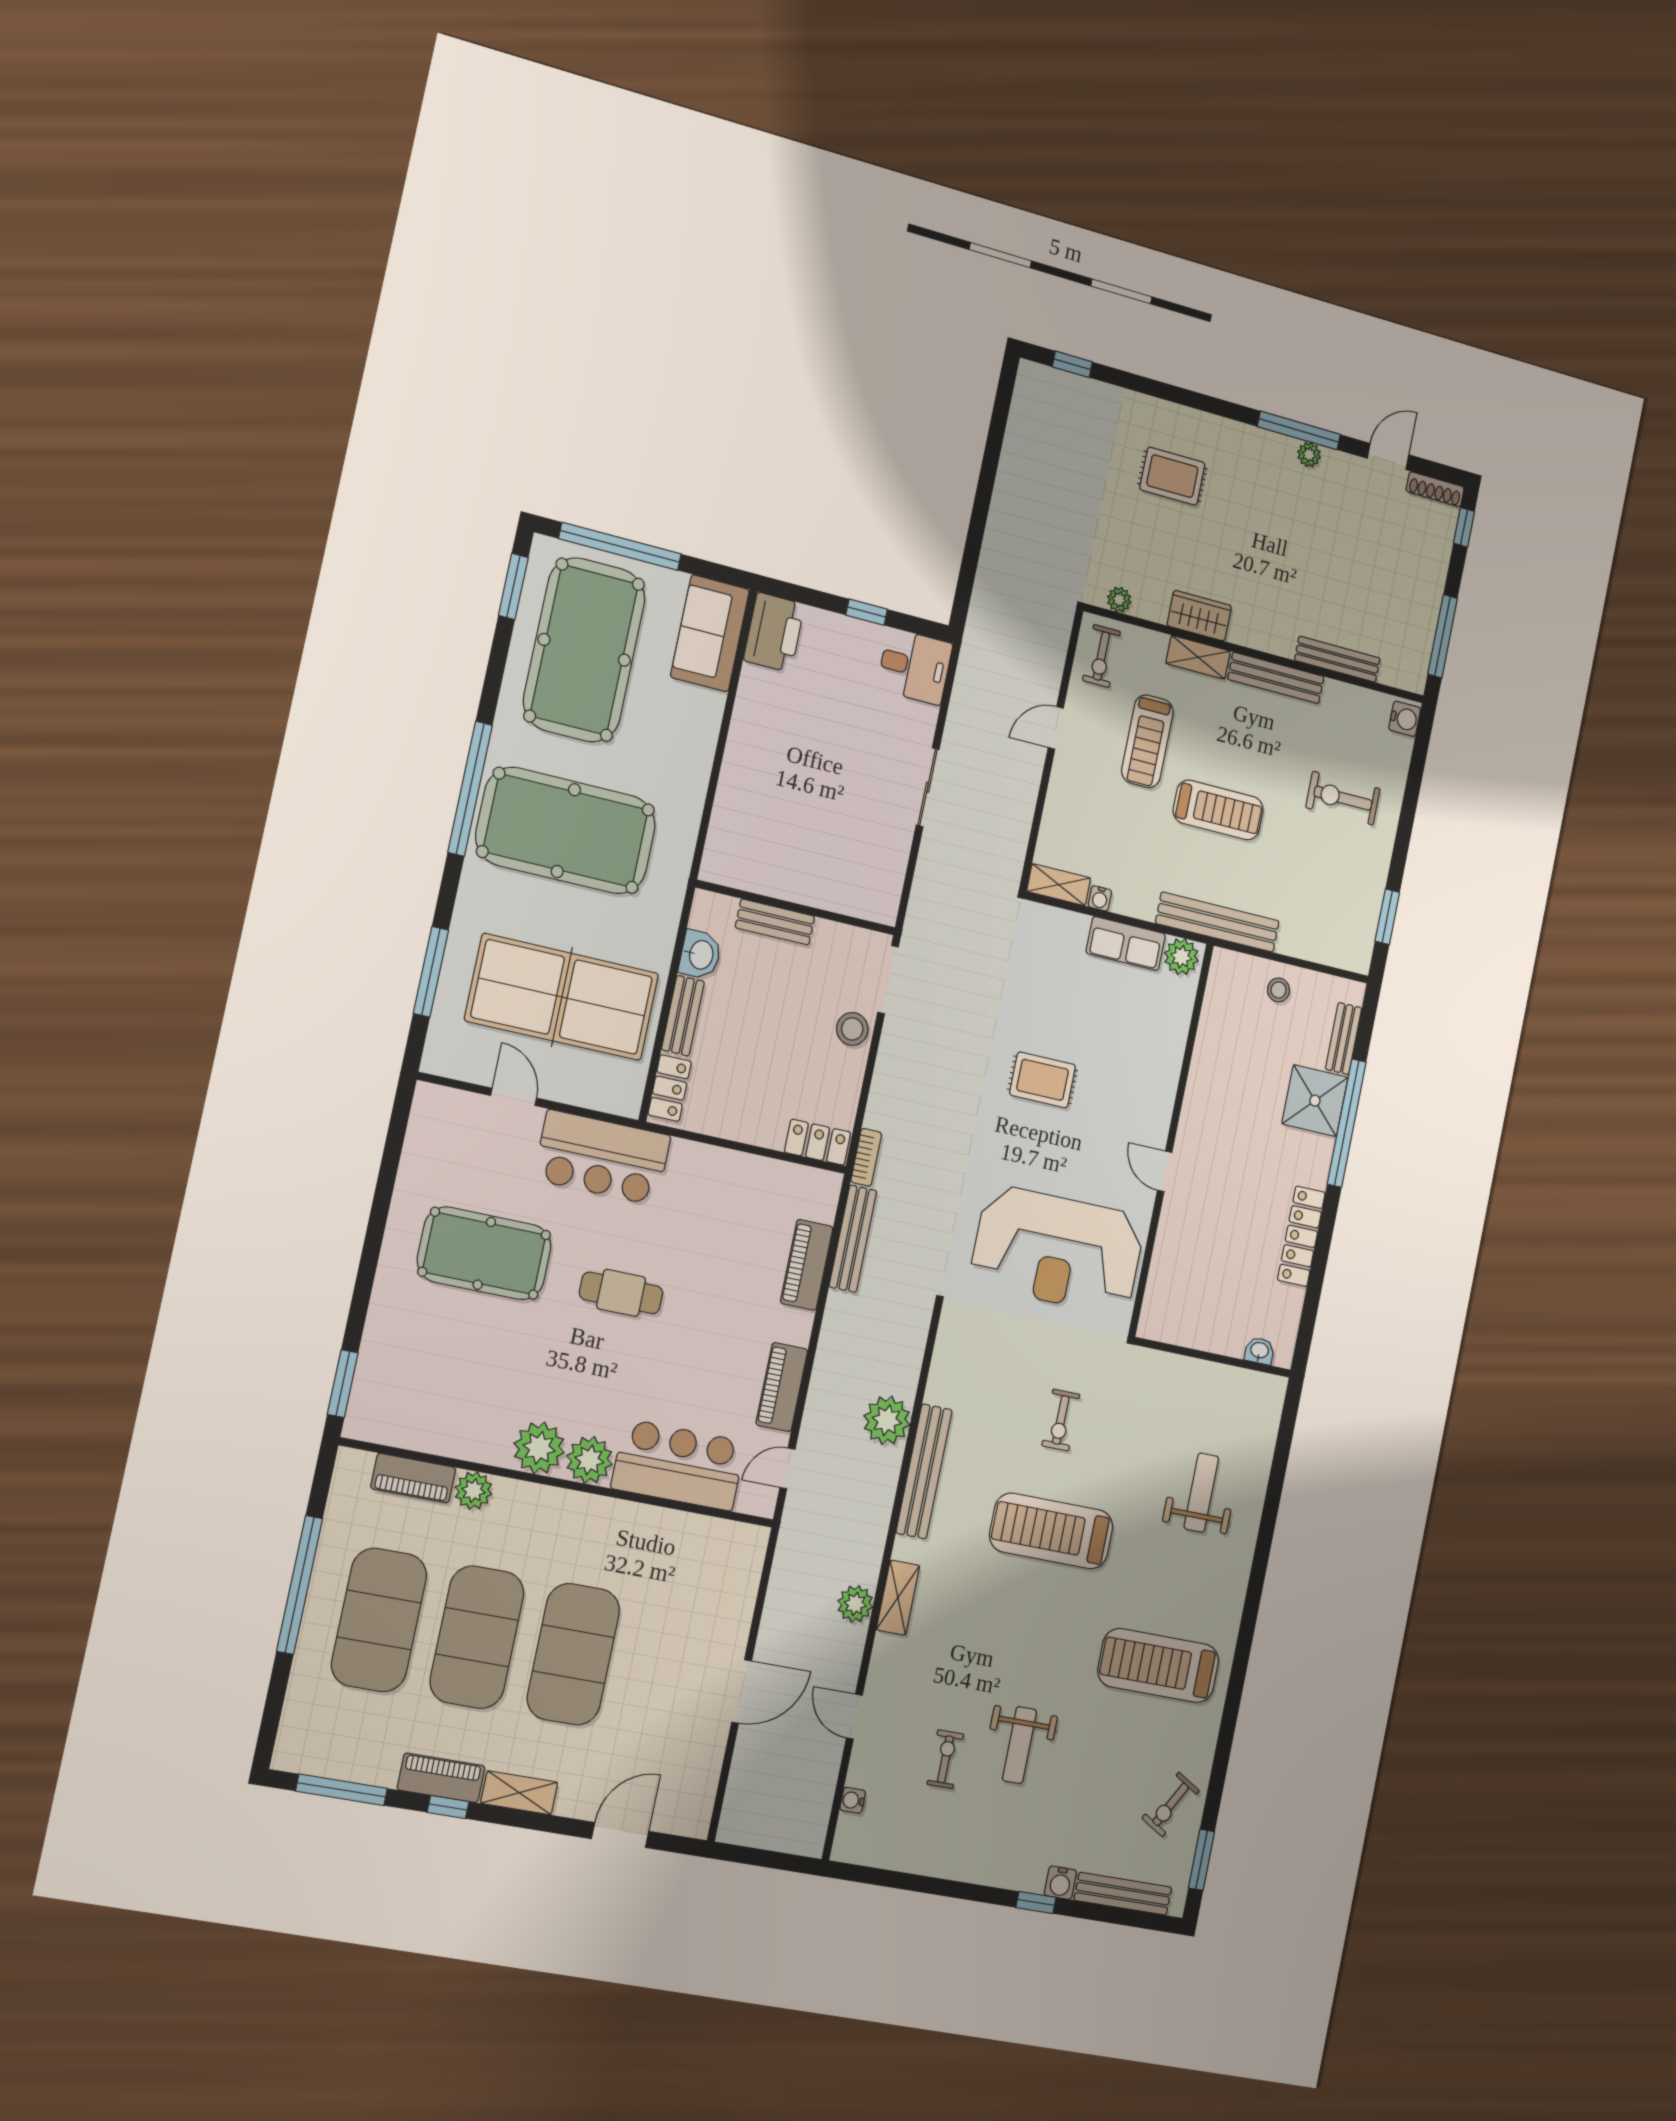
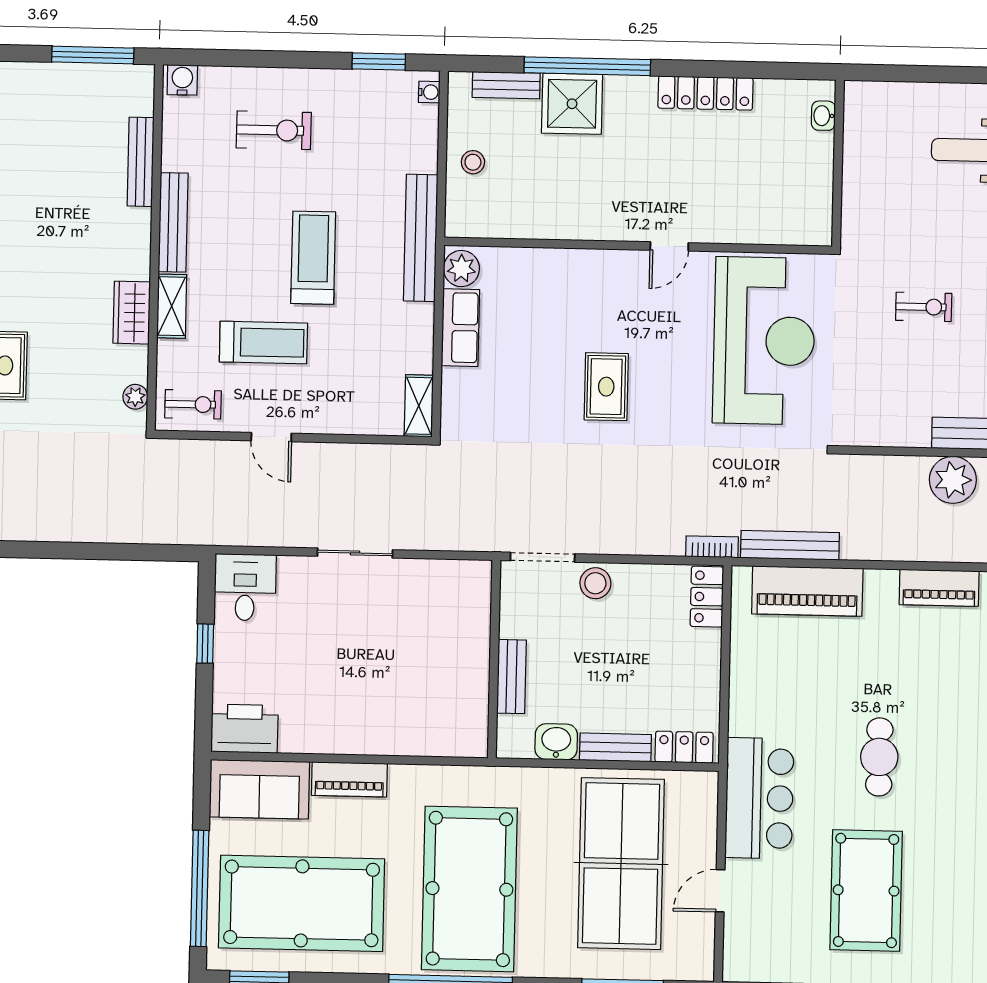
piano: (702, 730) -> (349, 779), added
exercise bike: (1343, 798) -> (274, 130), turned -90
water cooler: (1100, 898) -> (429, 92), moved
piano: (807, 1265) -> (807, 591), width x1.37, depth x1.33

